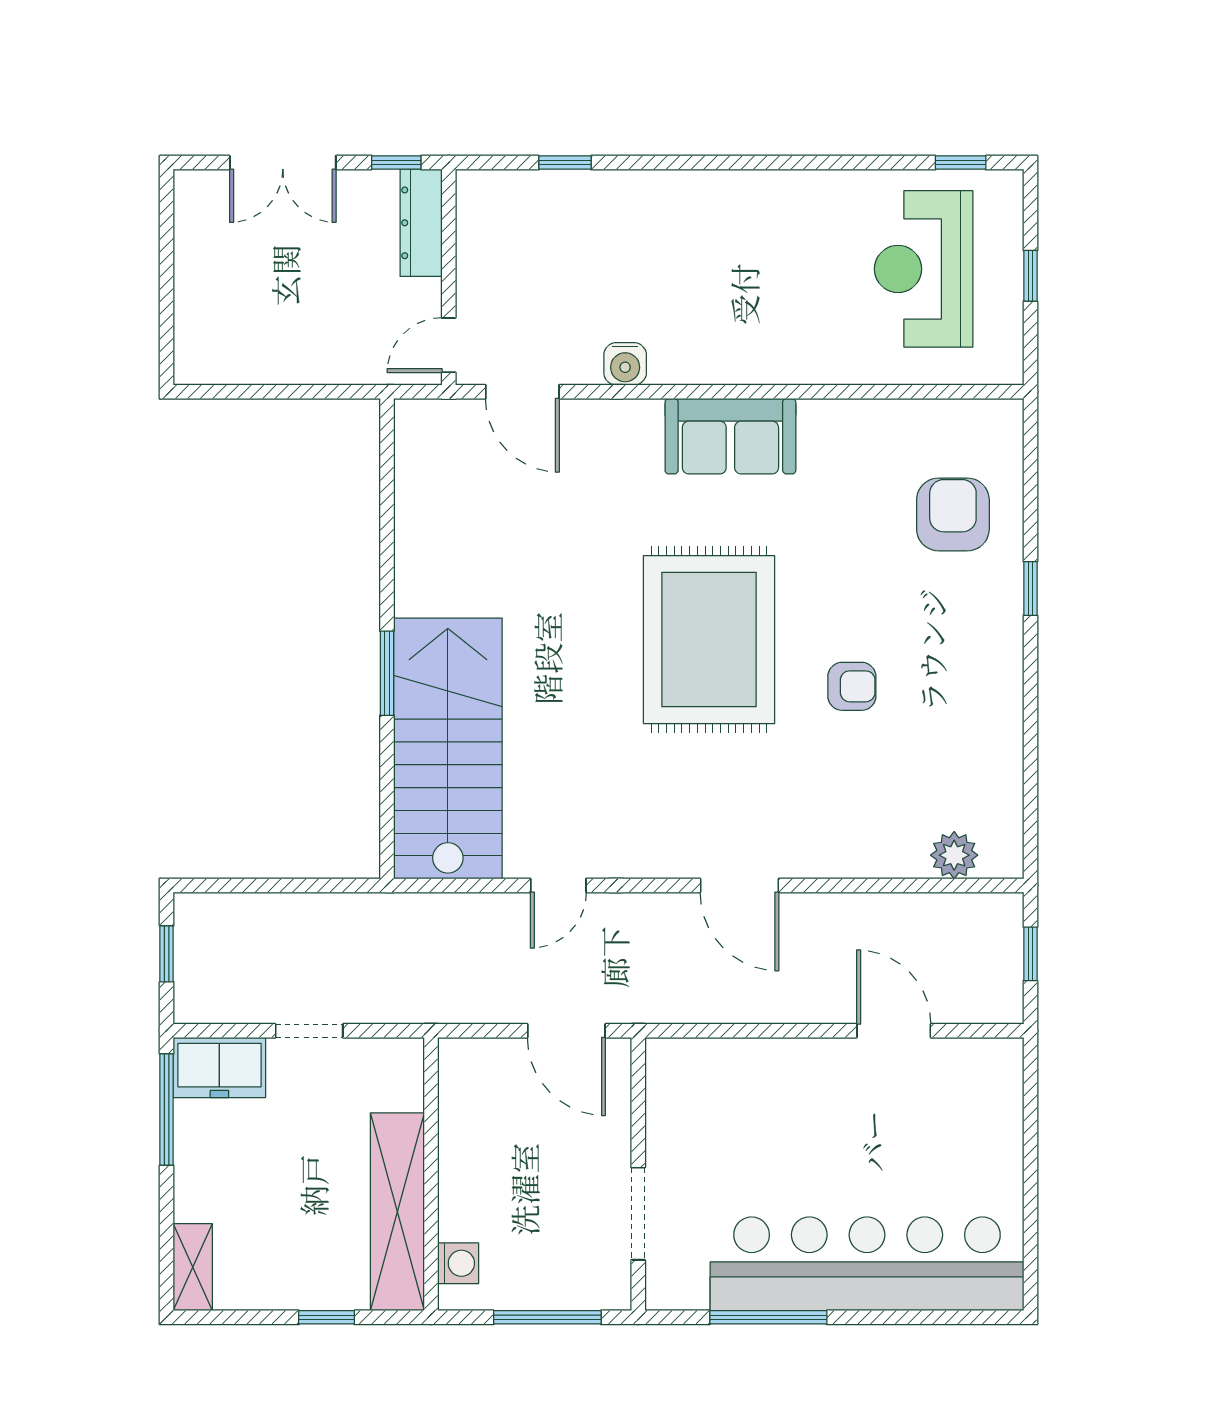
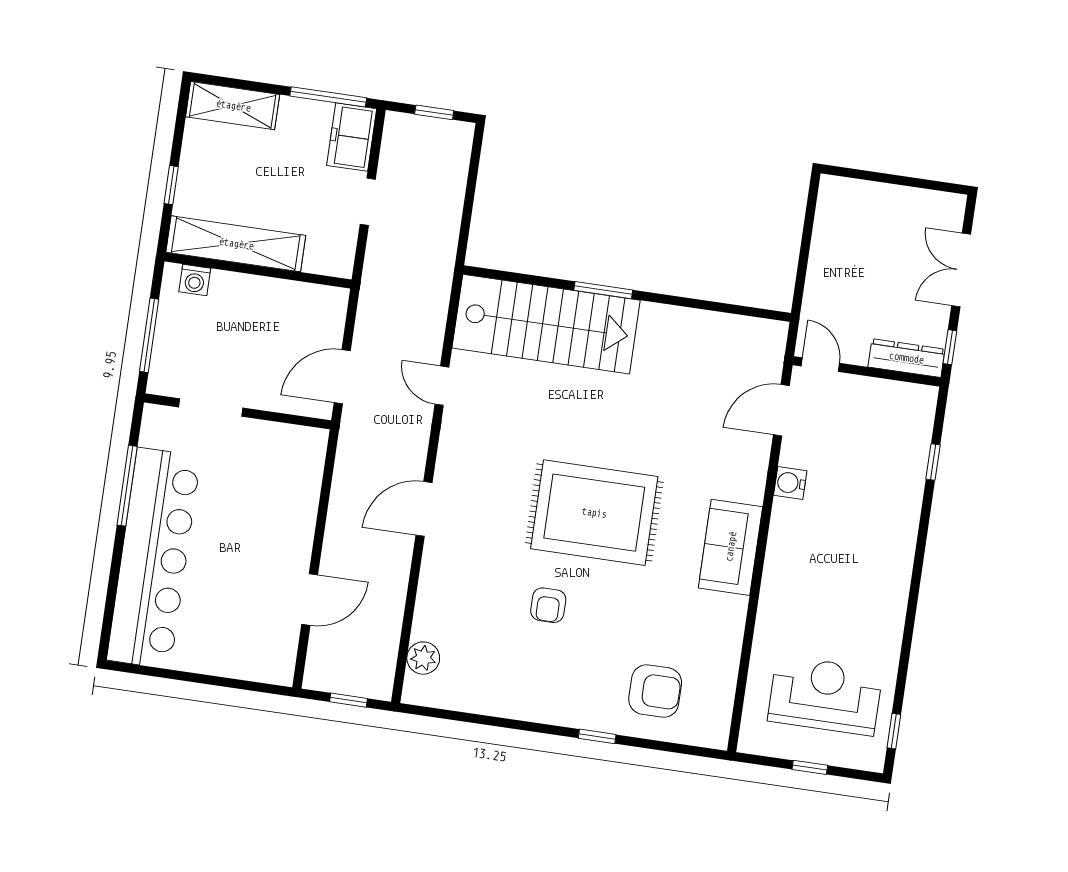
shelving: (193, 1267) -> (233, 106), width x1.50, depth x1.33

